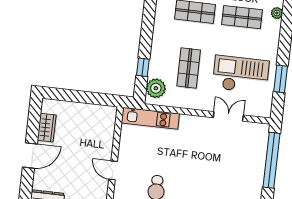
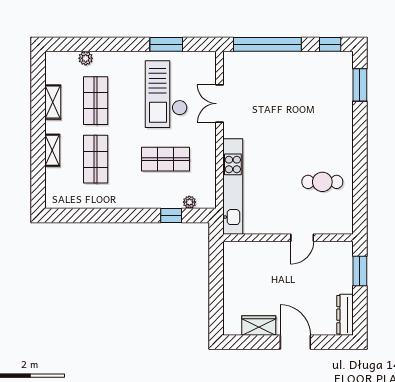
plant: (156, 88) -> (189, 202), width x0.53, depth x0.53
kitchen unit: (150, 118) -> (233, 186), width x1.36

